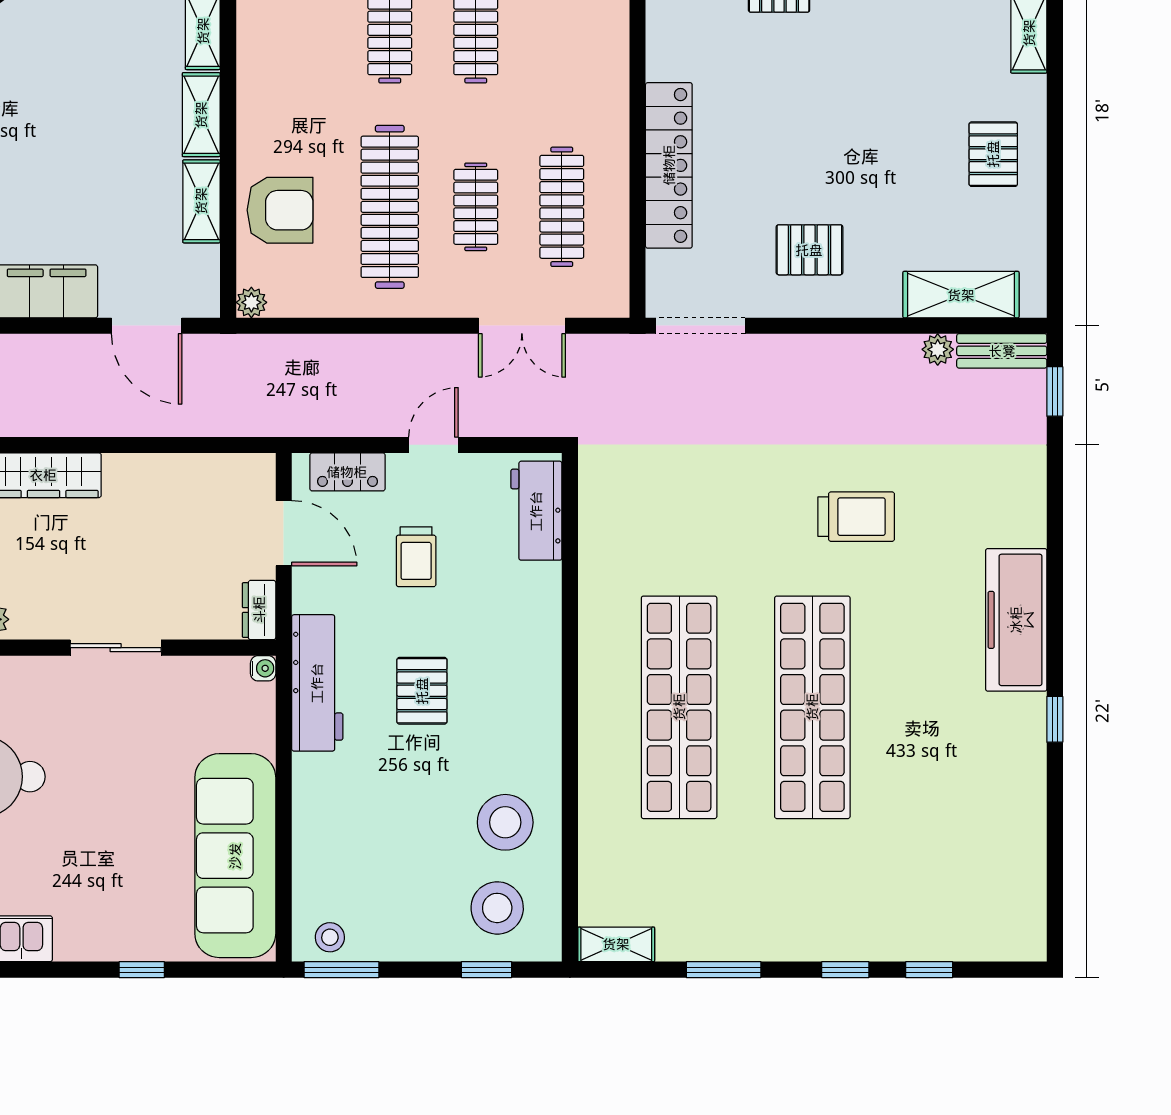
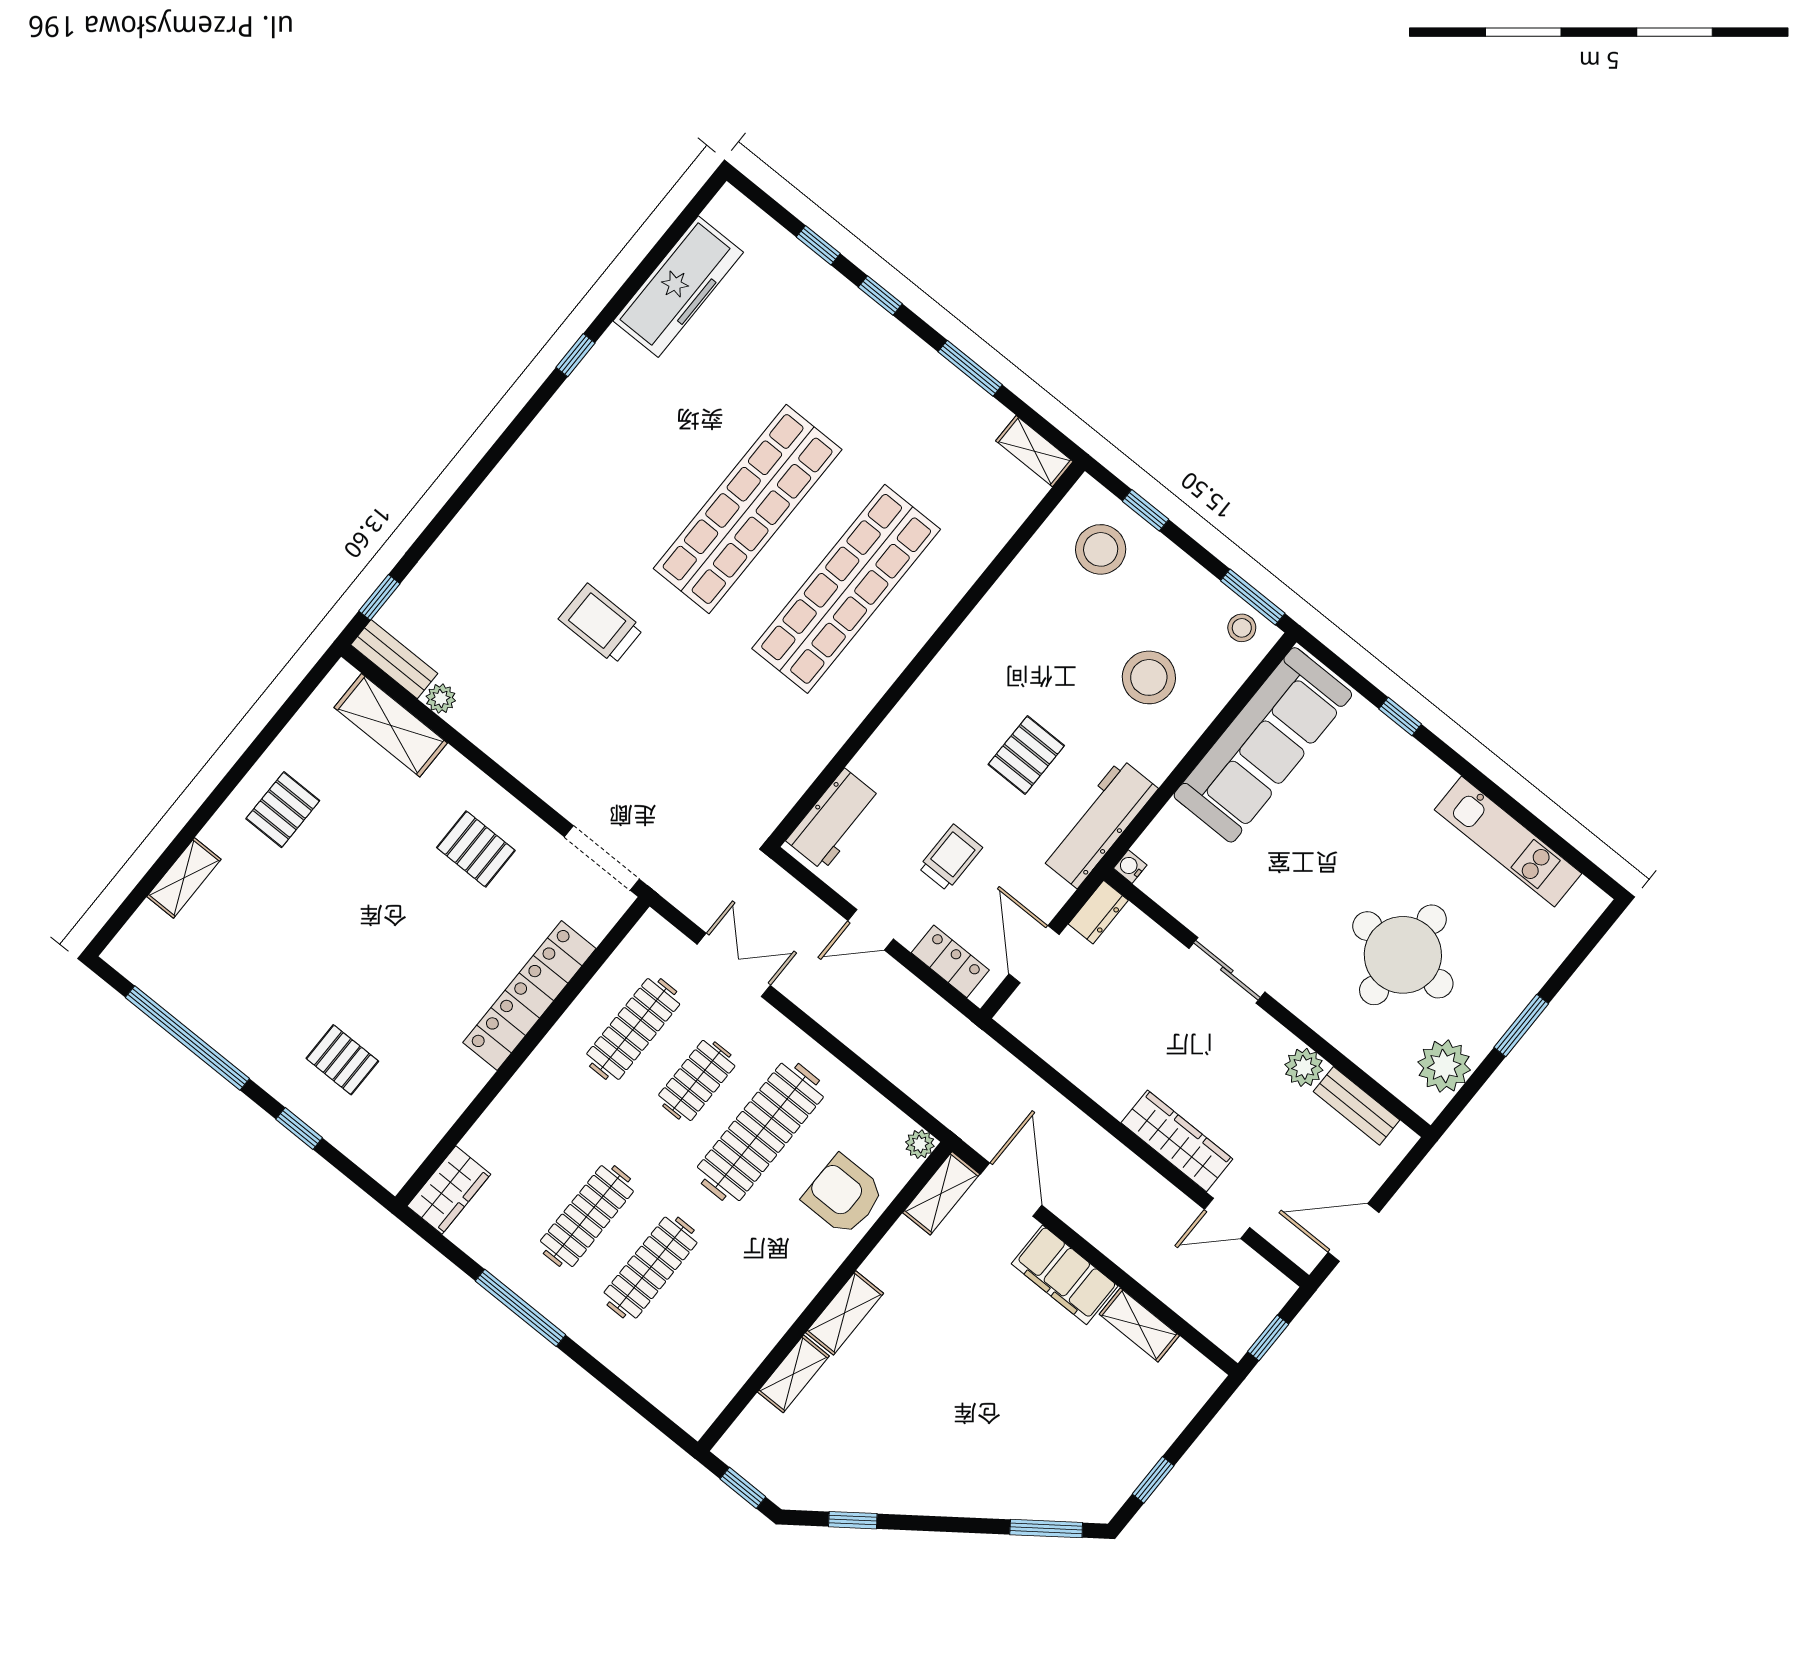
shelving: (201, 201) -> (941, 1193), moved
freezer: (1016, 620) -> (678, 287), moved
stool: (505, 822) -> (1149, 677), moved

